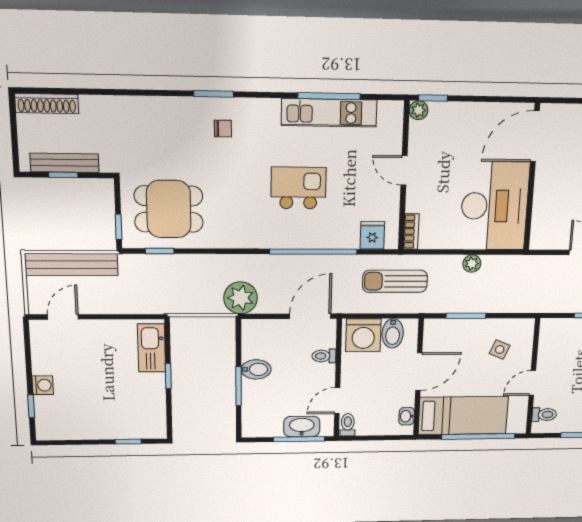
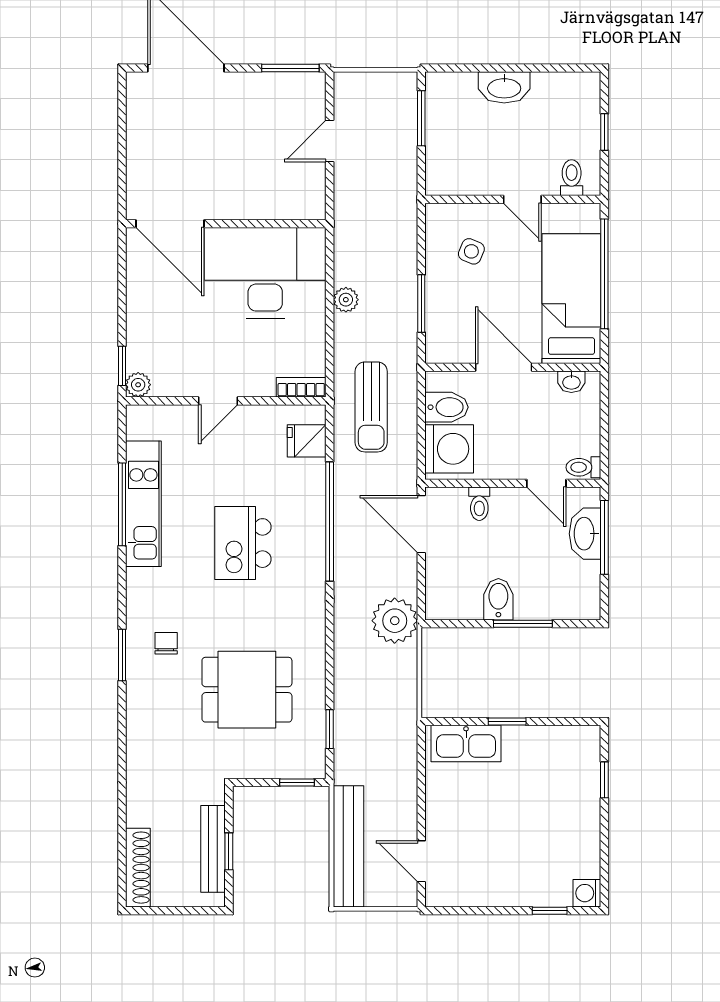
dining table: (169, 209) -> (247, 690), moved, turned 90
washing machine: (43, 385) -> (587, 893), moved, turned -90

